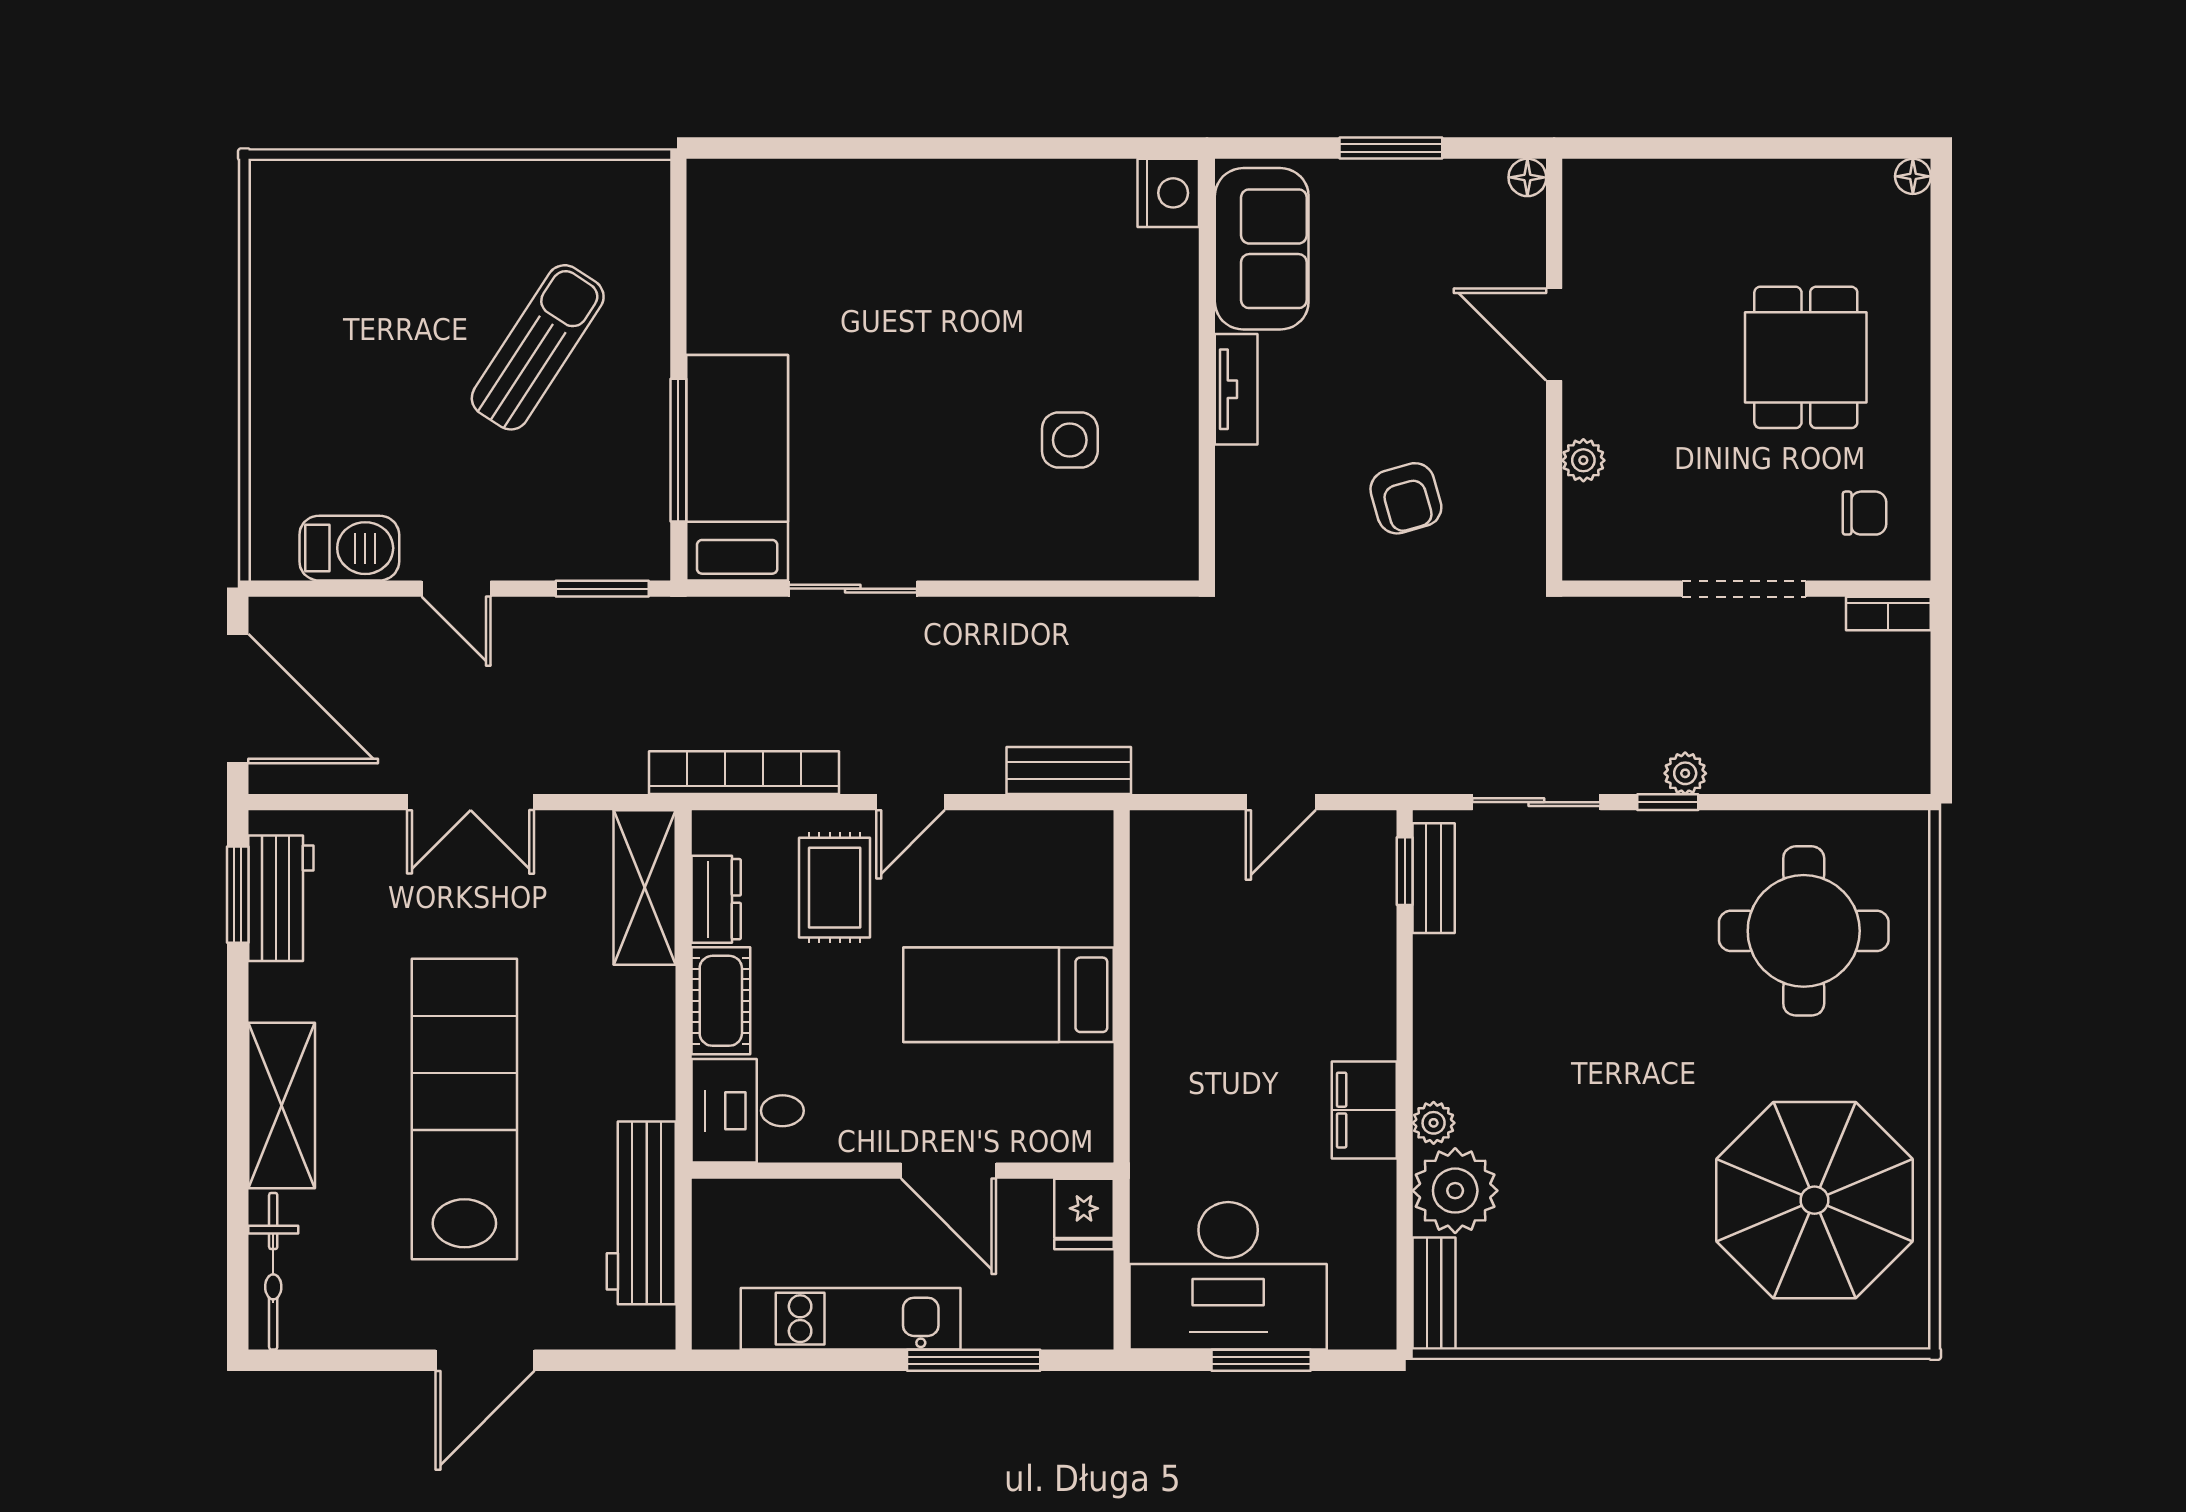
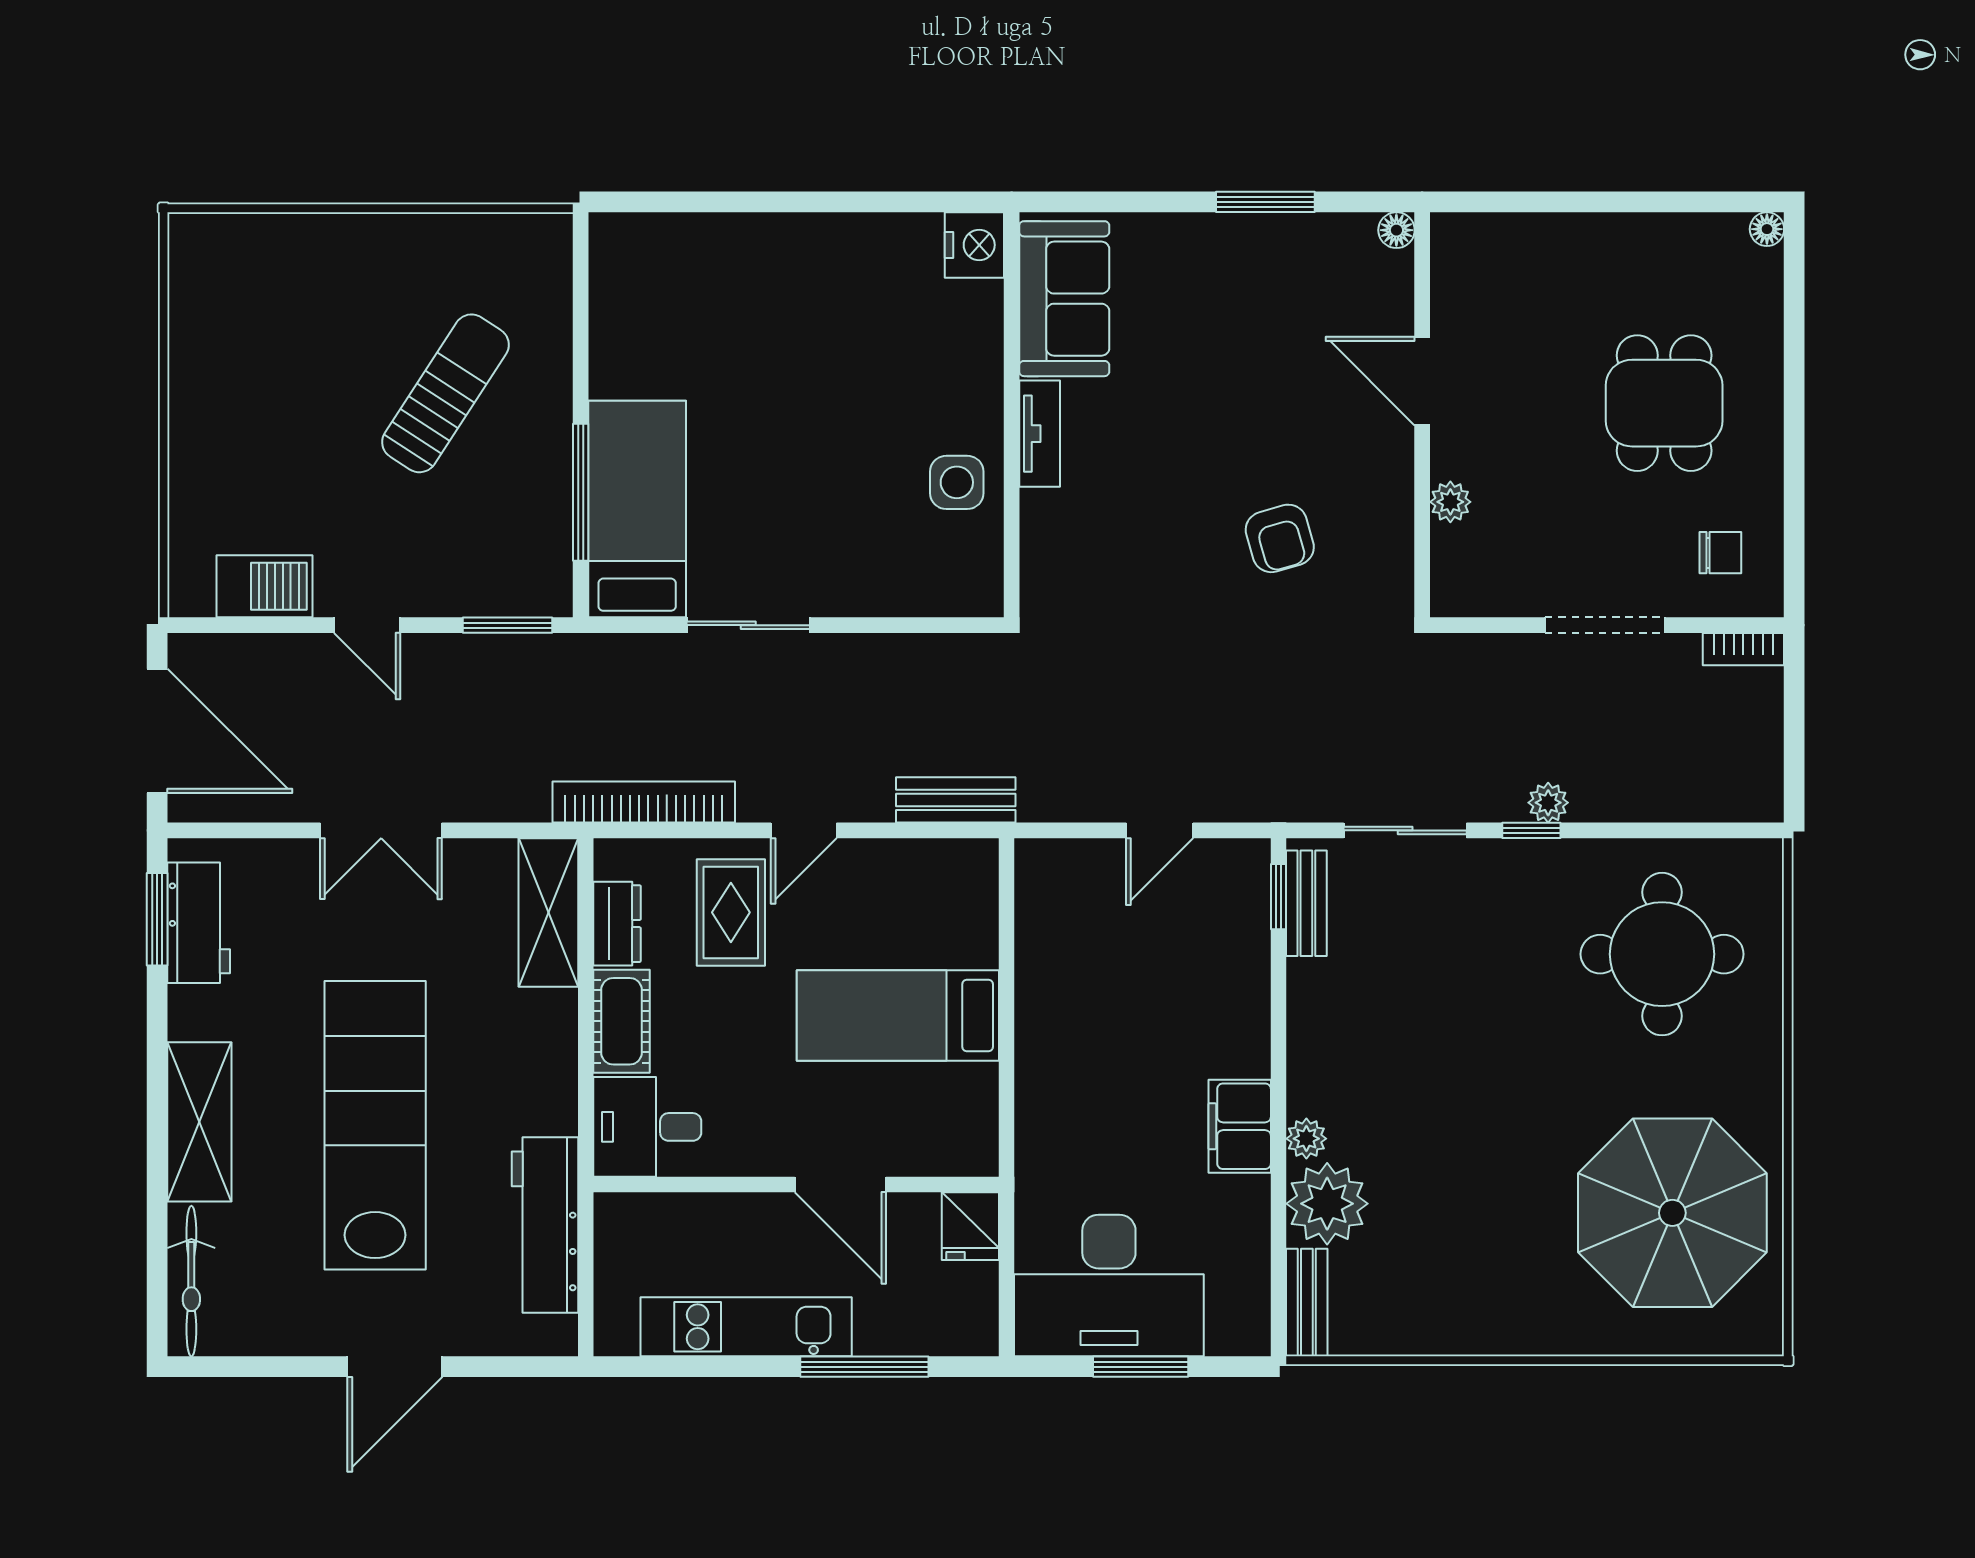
nightstand: (1168, 193) -> (974, 245), moved
sofa: (1262, 249) -> (1064, 299), moved
wall: (1207, 370) -> (1012, 415), moved
tv unit: (1236, 389) -> (1040, 434), moved

